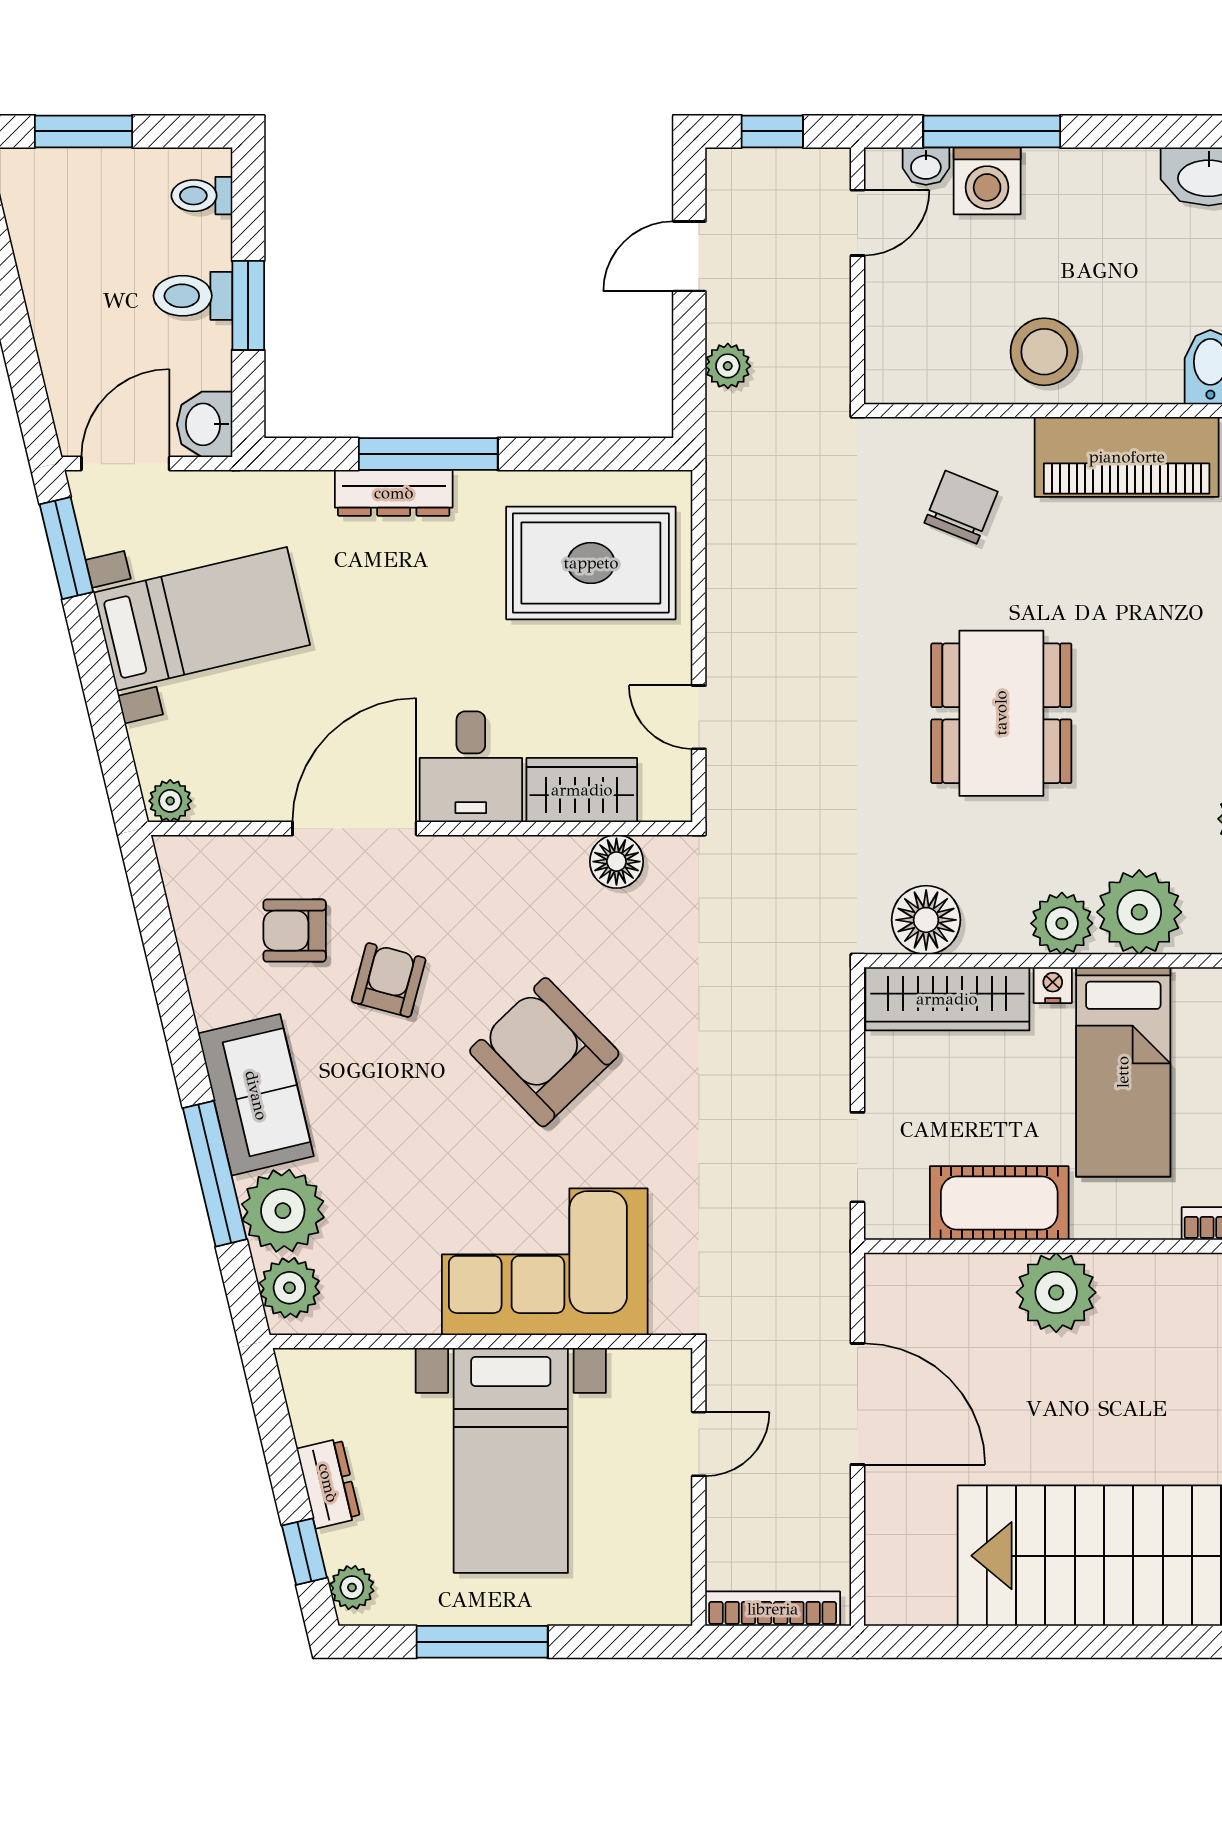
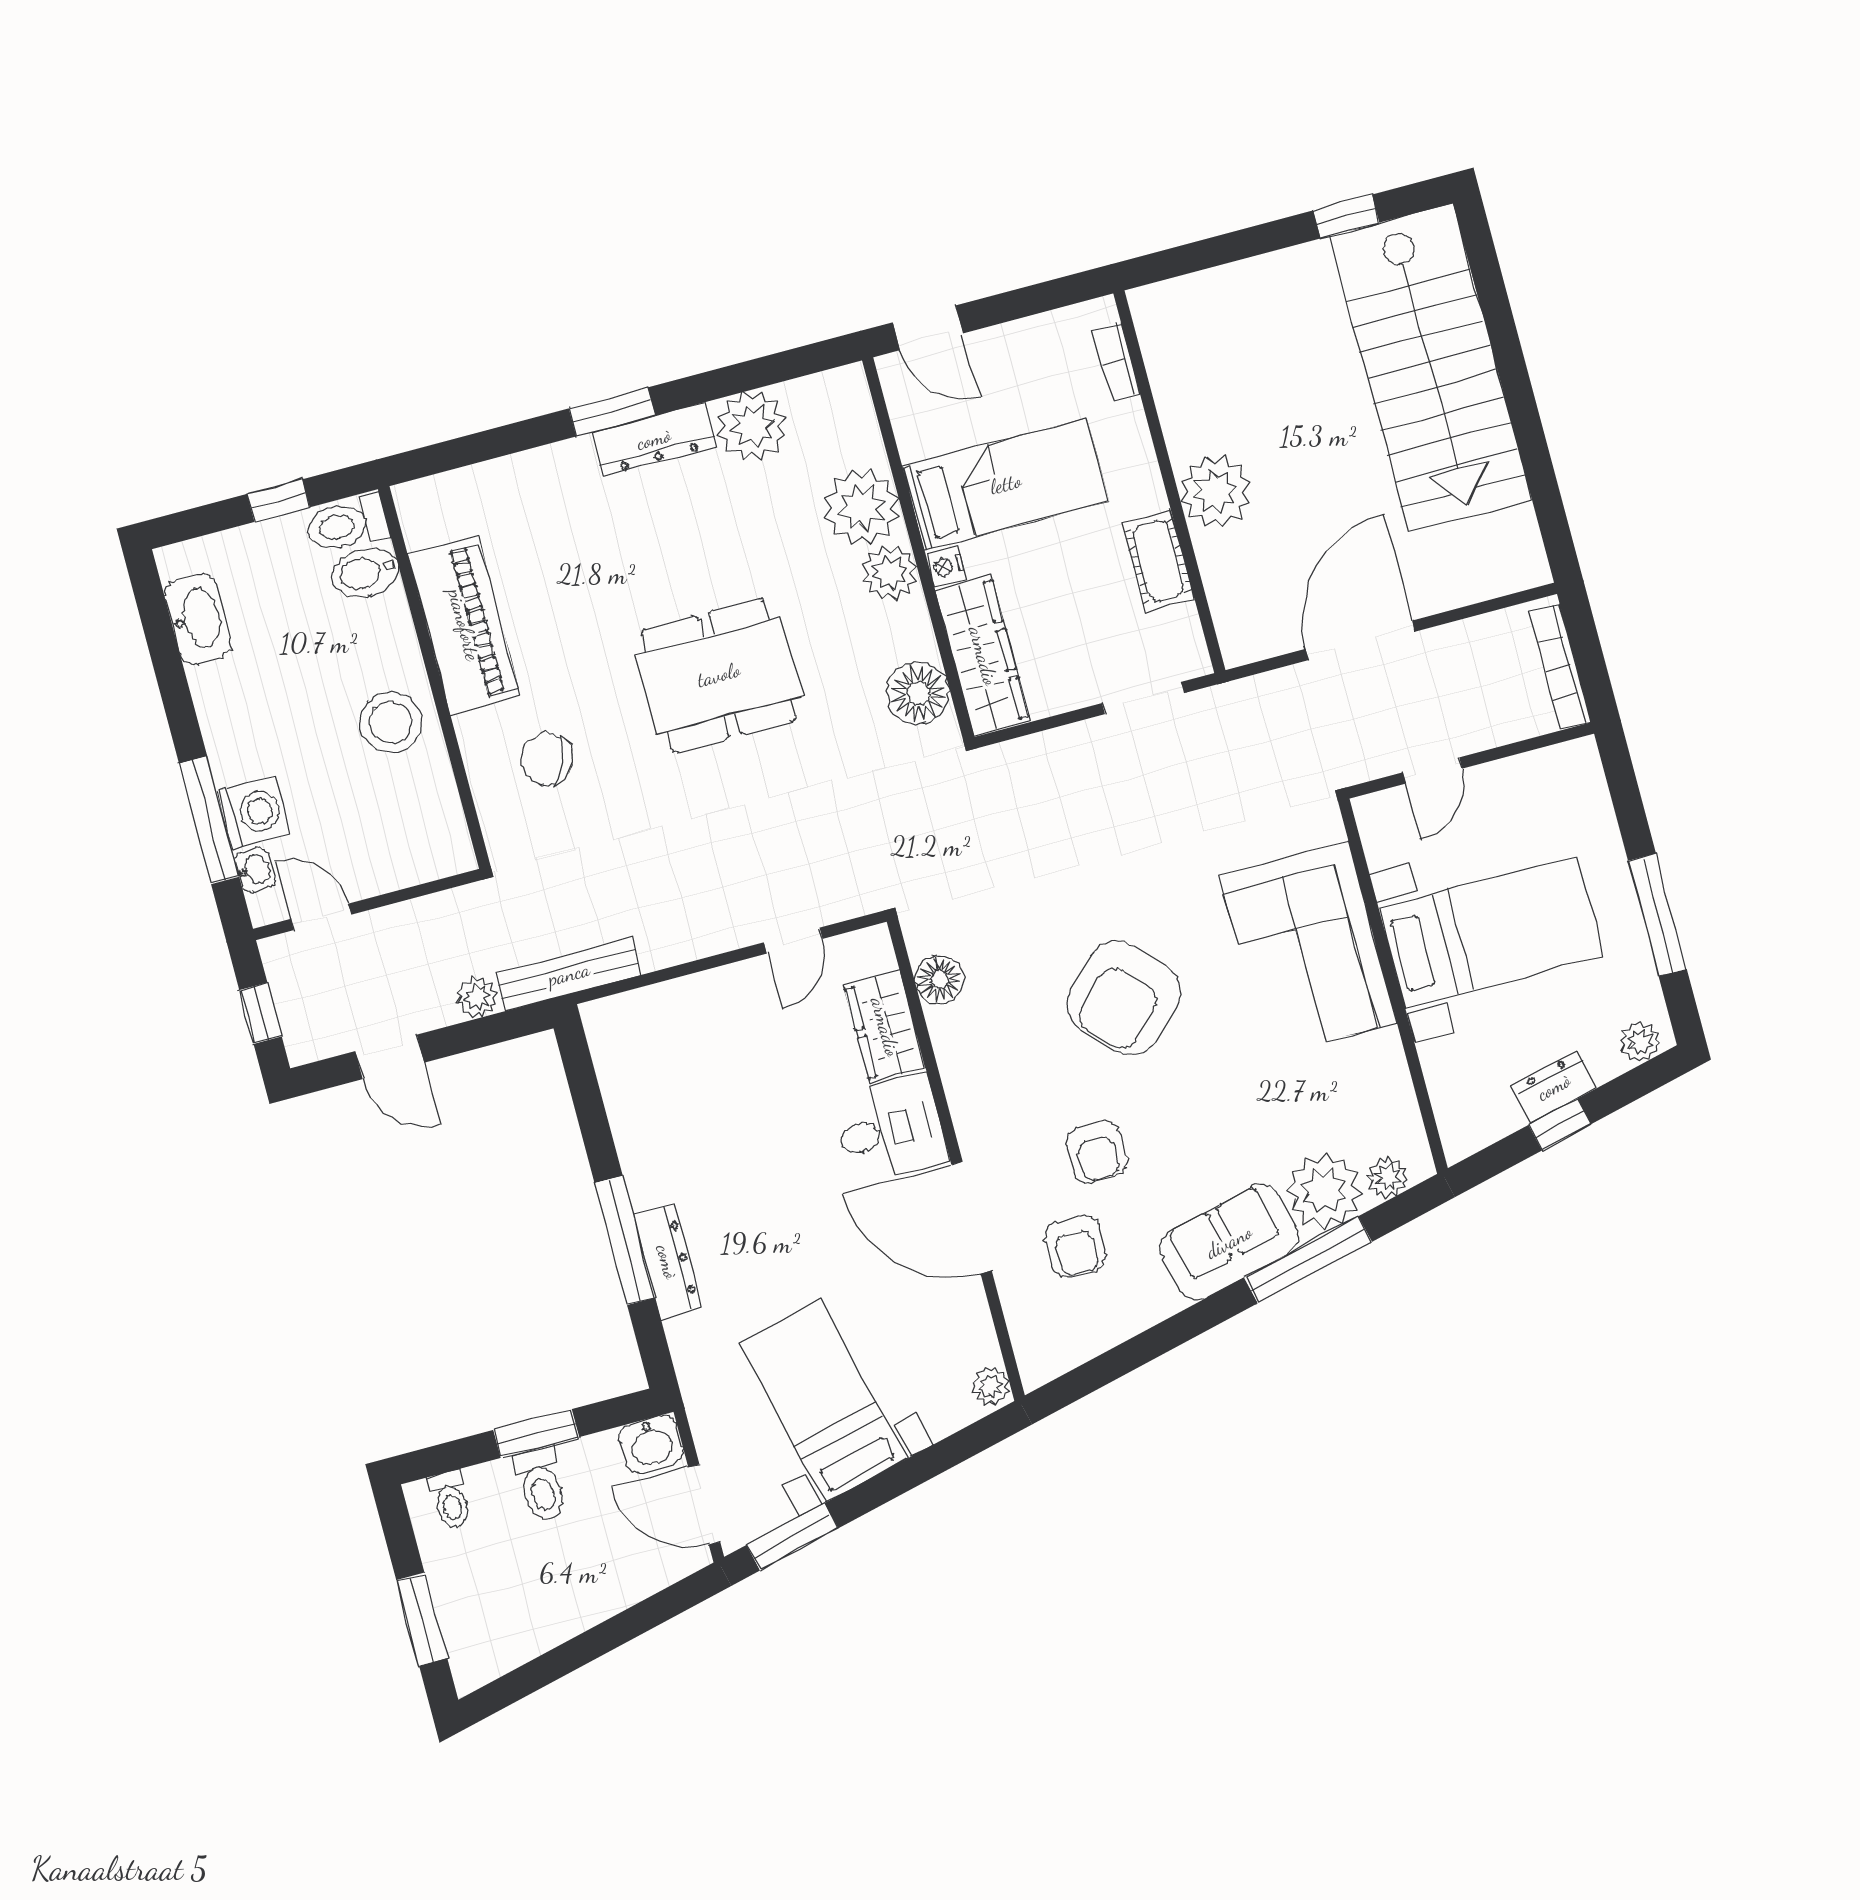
bench: (727, 470) -> (569, 974), added
rug: (591, 563) -> (683, 1072), removed
armchair: (389, 980) -> (1097, 1152), turned -105
cot: (999, 1203) -> (1158, 560), width x0.73, depth x0.75
plant: (289, 1288) -> (1388, 1178), width x0.73, depth x0.73
door: (699, 1444) -> (1432, 771), swing flipped
window: (304, 1552) -> (1560, 1124), moved

